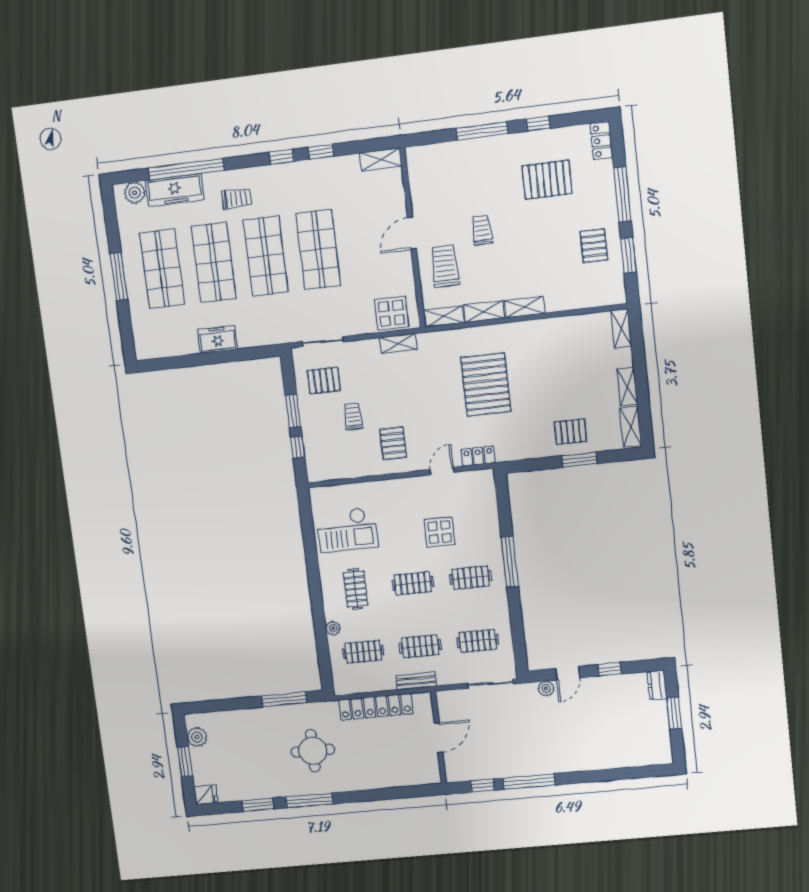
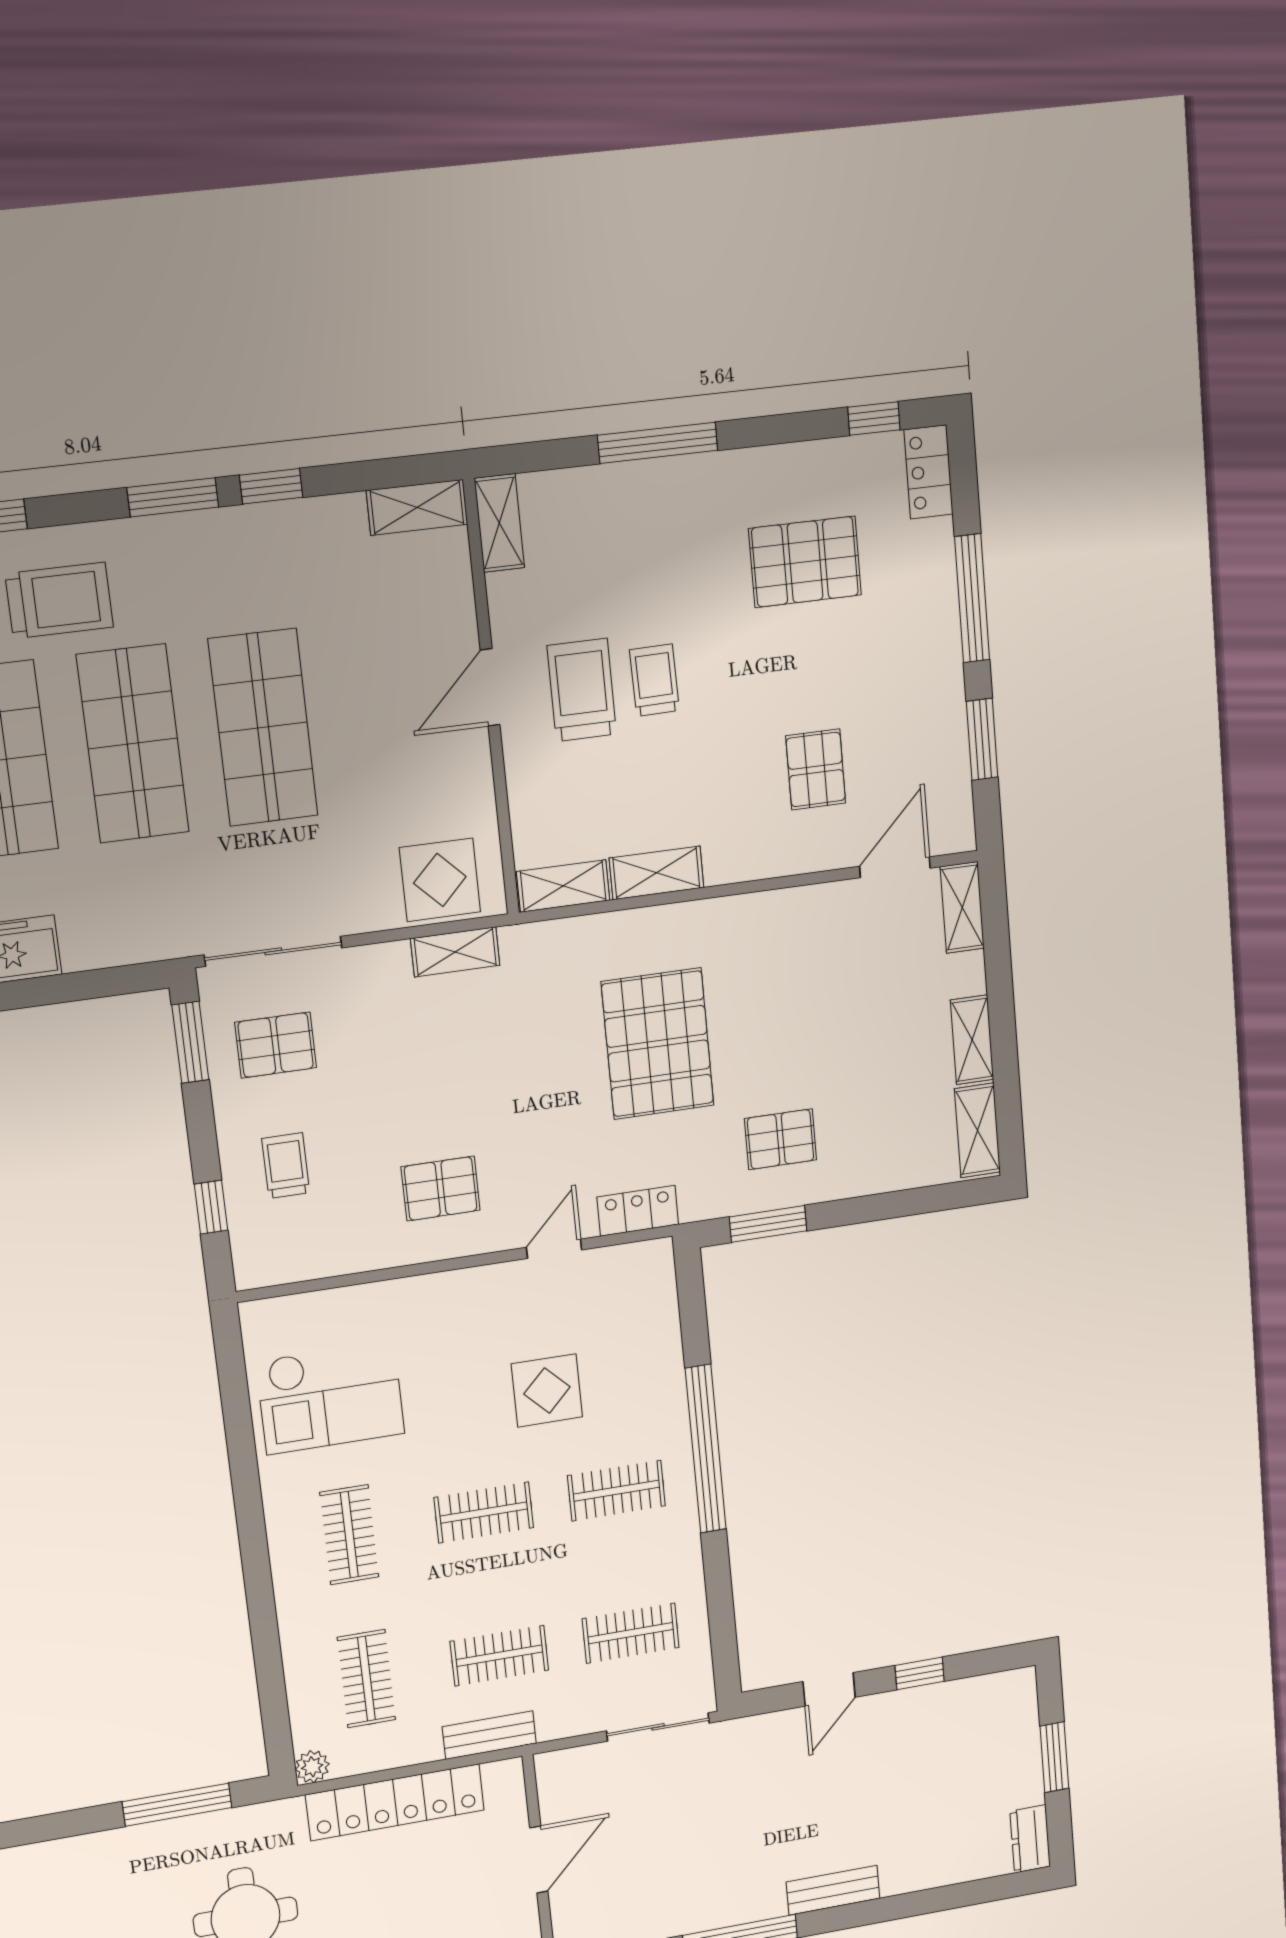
window: (538, 124) -> (874, 419), moved
window: (281, 157) -> (173, 497), width x1.50
trolley: (237, 199) -> (59, 600), width x1.36, depth x1.39
pallet: (594, 246) -> (816, 769), moved
trolley: (445, 266) -> (582, 690), moved
shelving: (525, 307) -> (499, 523), moved, turned 90
door: (590, 310) -> (895, 867), added
sliding door: (323, 342) -> (273, 951), width x1.37
window: (293, 411) -> (190, 1042), moved
trolley: (353, 416) -> (286, 1166), moved
pallet: (570, 432) -> (781, 1139), moved
pallet: (393, 443) -> (441, 1189), turned 90
window: (579, 460) -> (768, 1224), moved
window: (510, 562) -> (706, 1449), width x1.46
plant: (333, 628) -> (312, 1767), moved
clothes rail: (363, 652) -> (366, 1679), turned 90
dresser: (657, 685) -> (1030, 1839), moved
plant: (546, 688) -> (781, 1727), removed
bench: (571, 765) -> (833, 1890), added

